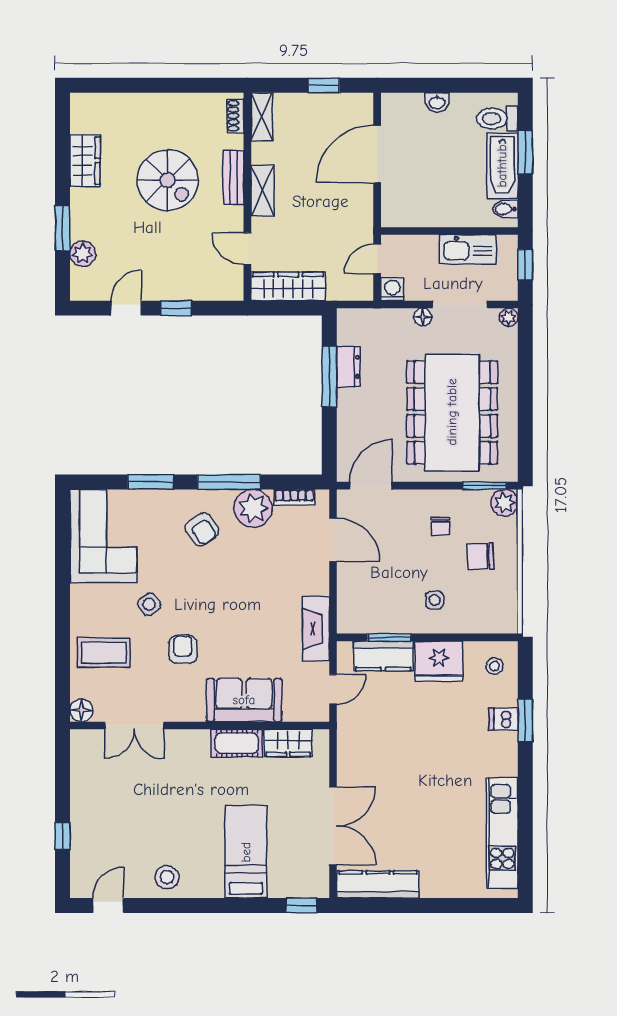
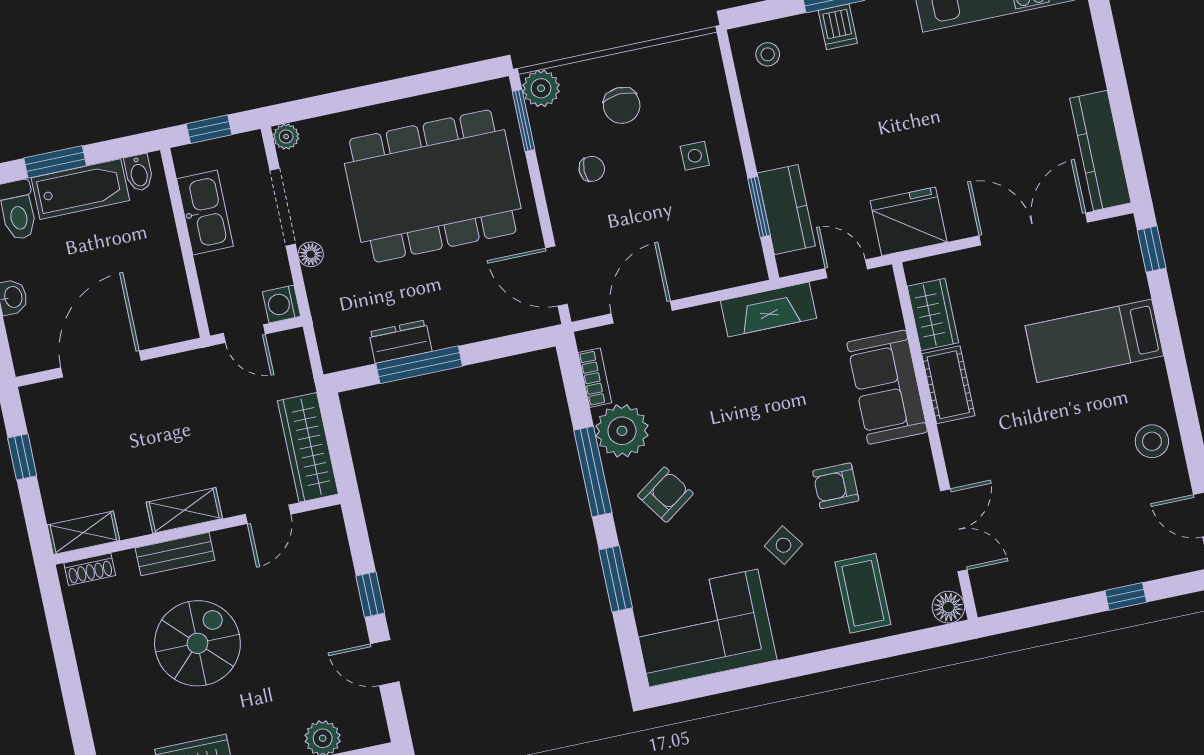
door: (377, 154) -> (101, 364), swing flipped
fridge: (439, 661) -> (909, 221), moved, turned -90

